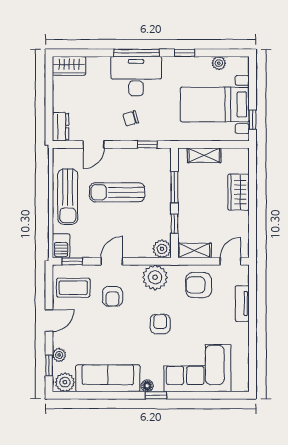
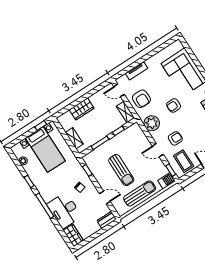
desk: (136, 76) -> (64, 210), moved
plant: (162, 249) -> (135, 129), removed

